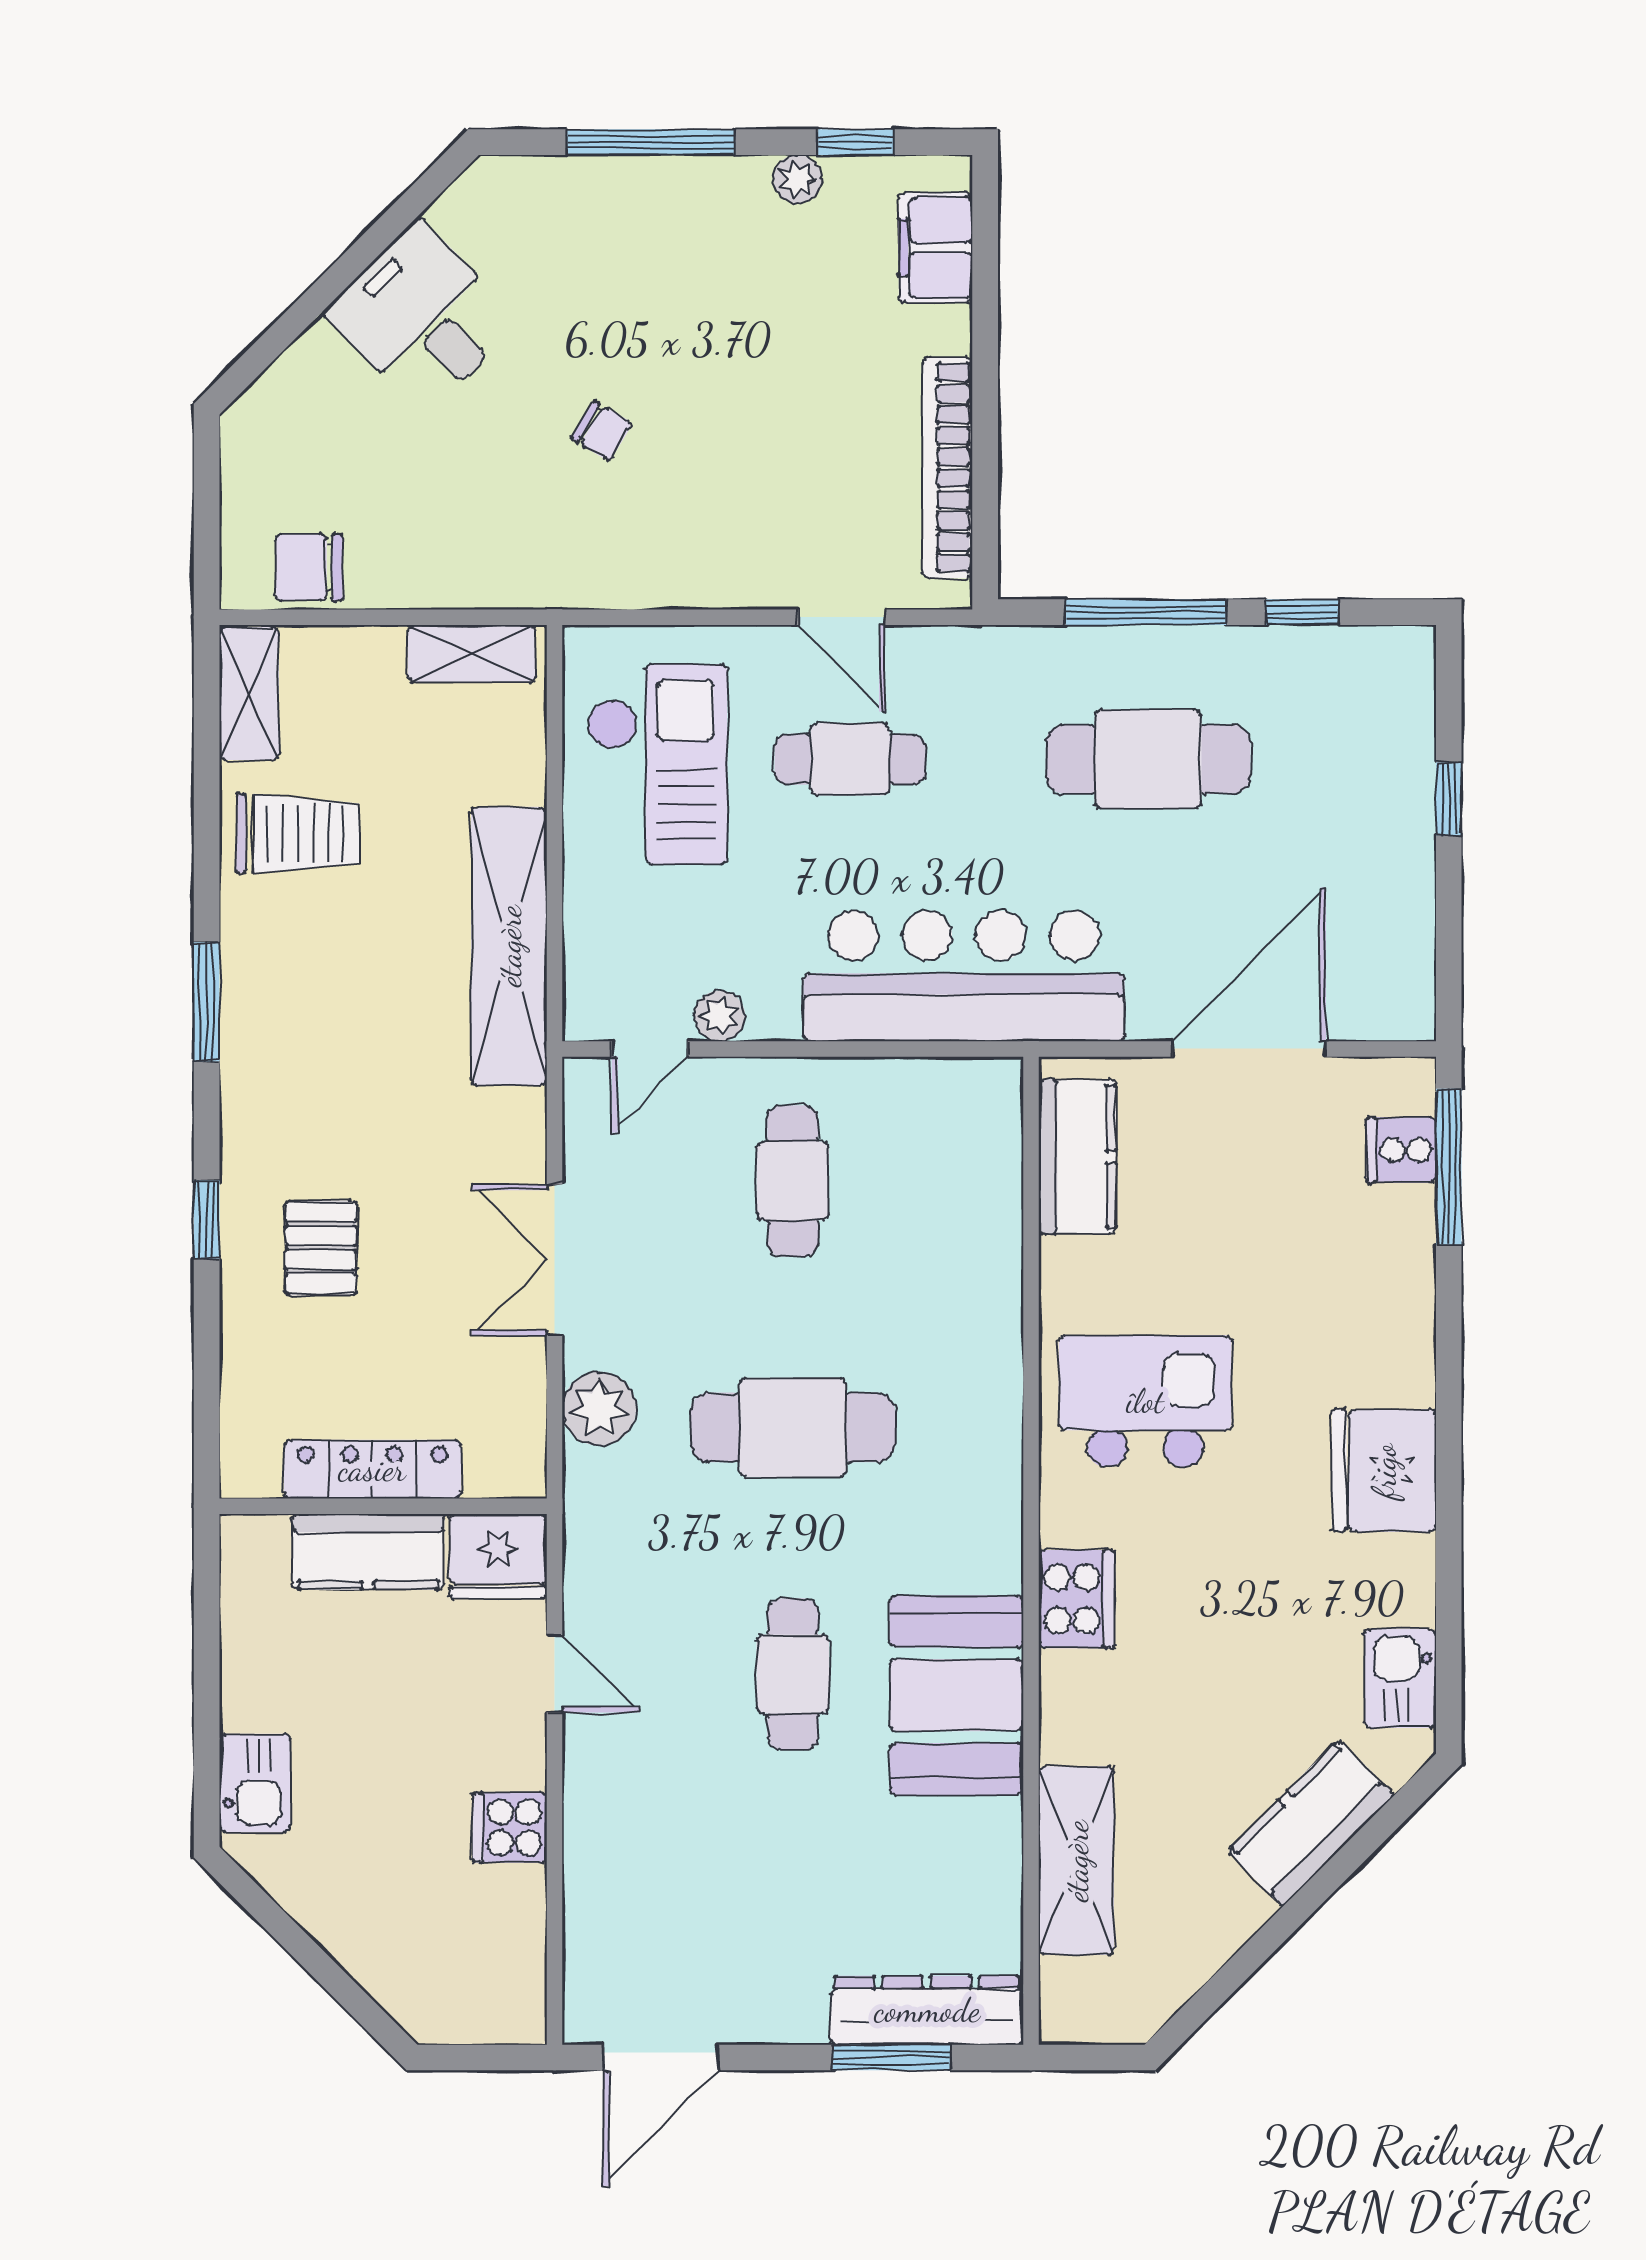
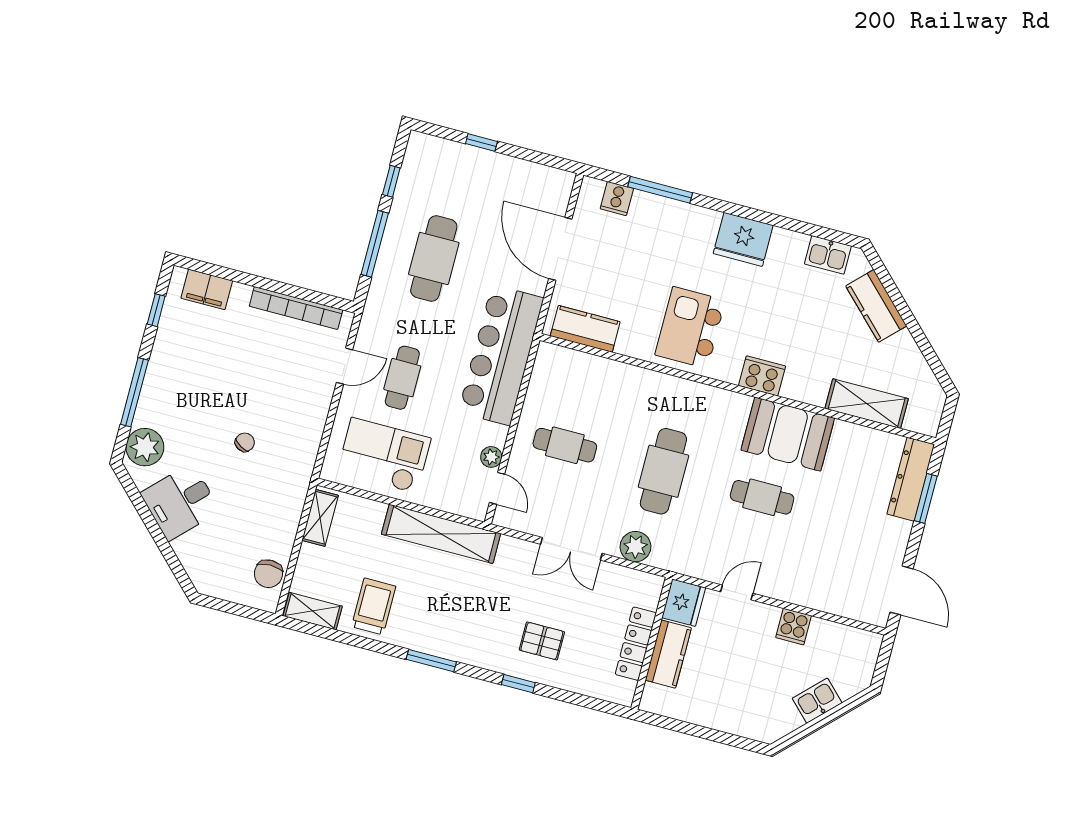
plant: (798, 179) -> (145, 447), moved, width x1.88, depth x1.88
window: (1449, 1167) -> (660, 190), moved
kitchen sink: (255, 1783) -> (817, 701), moved, turned -45

